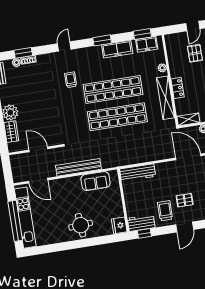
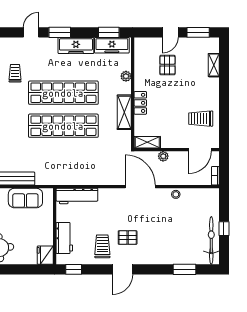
freezer: (147, 44) -> (112, 45), width x1.40
door: (64, 46) -> (31, 32), moved
shelving: (166, 98) -> (124, 112), width x0.68
workbench: (141, 223) -> (64, 238), moved, turned 90

